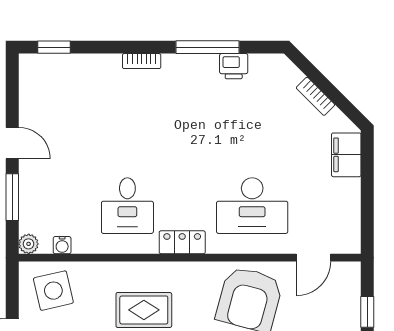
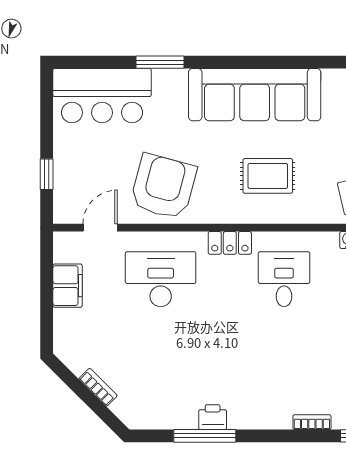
bookcase: (142, 61) -> (312, 422), moved
printer: (234, 66) -> (213, 417), moved
filing cabinet: (346, 155) -> (67, 286), moved

